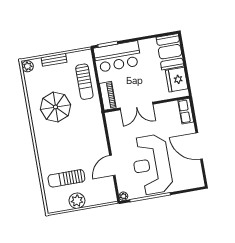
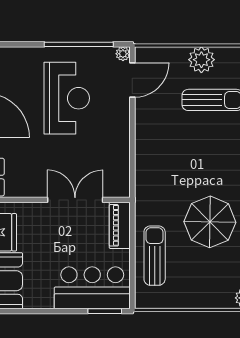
bench: (54, 60) -> (199, 301), removed
door: (112, 165) -> (132, 80), moved
reception desk: (152, 165) -> (67, 98), width x0.74, depth x0.77

